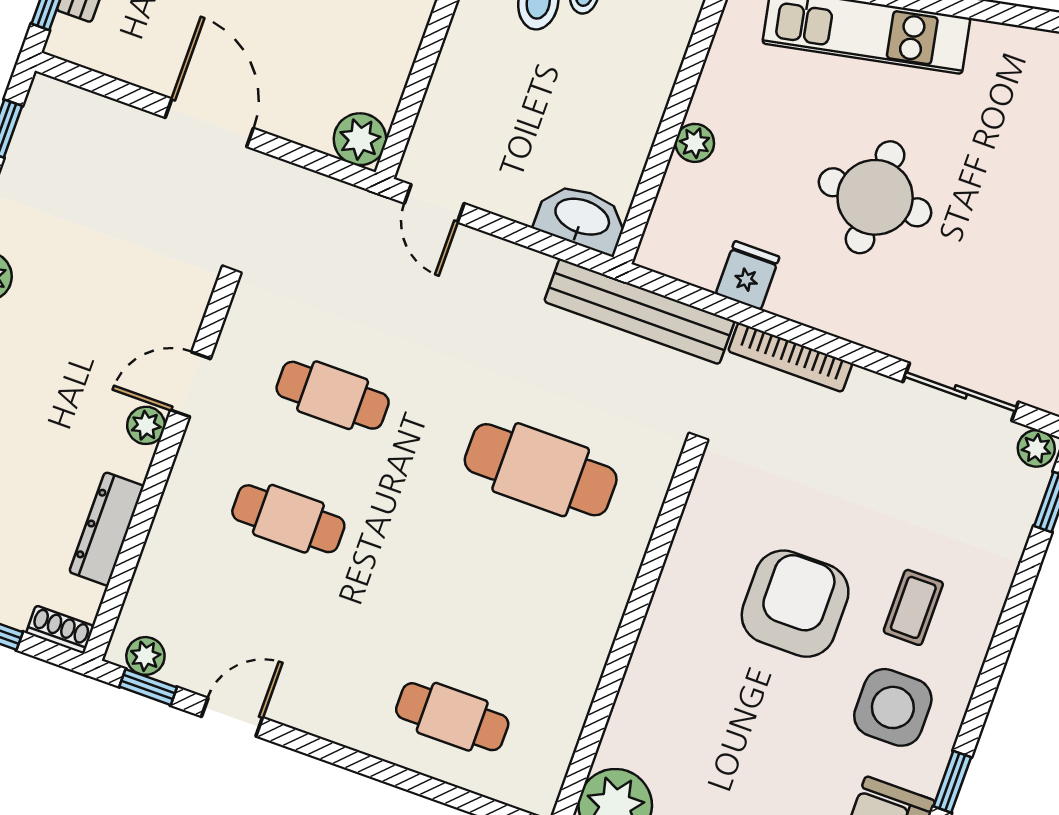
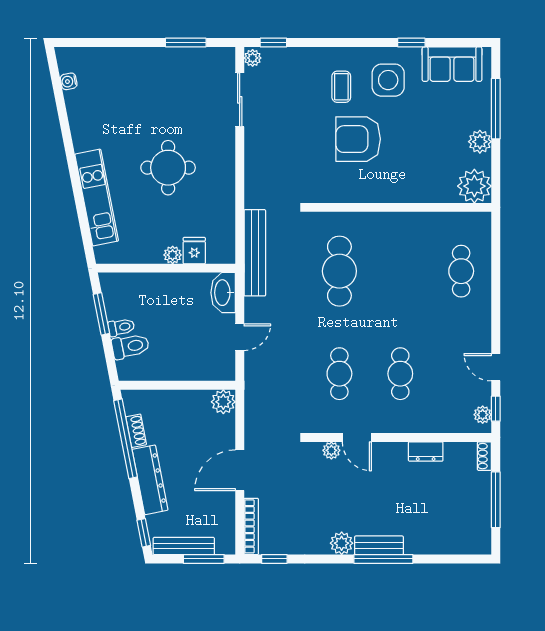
door: (434, 203) -> (240, 337), moved
fridge: (748, 275) -> (194, 251), moved, turned 90
bookcase: (790, 357) -> (251, 526), moved
plant: (146, 425) -> (331, 450), moved
dresser: (107, 529) -> (426, 451), width x0.70
coffee table: (913, 607) -> (341, 87), turned 90

